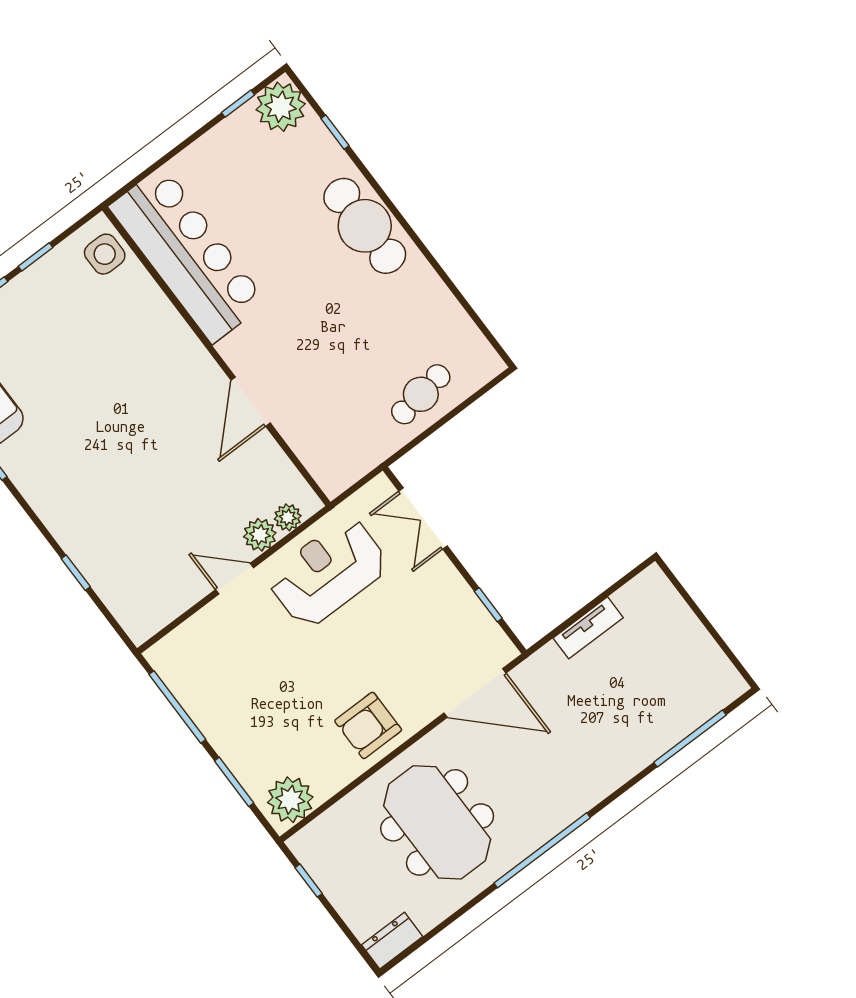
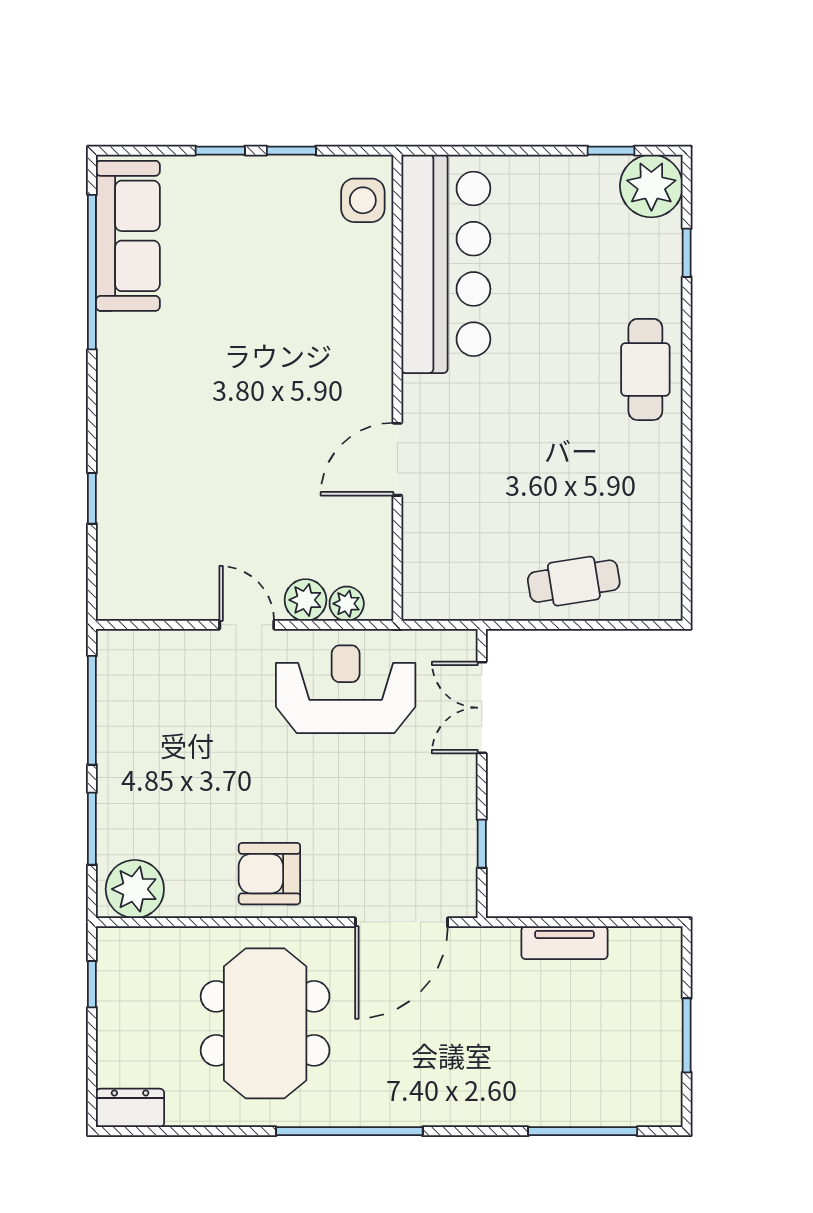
cafe table: (365, 226) -> (645, 369), width x0.73, depth x0.74
window: (710, 628) -> (687, 1035), added
door: (475, 693) -> (401, 922), hinge flipped

